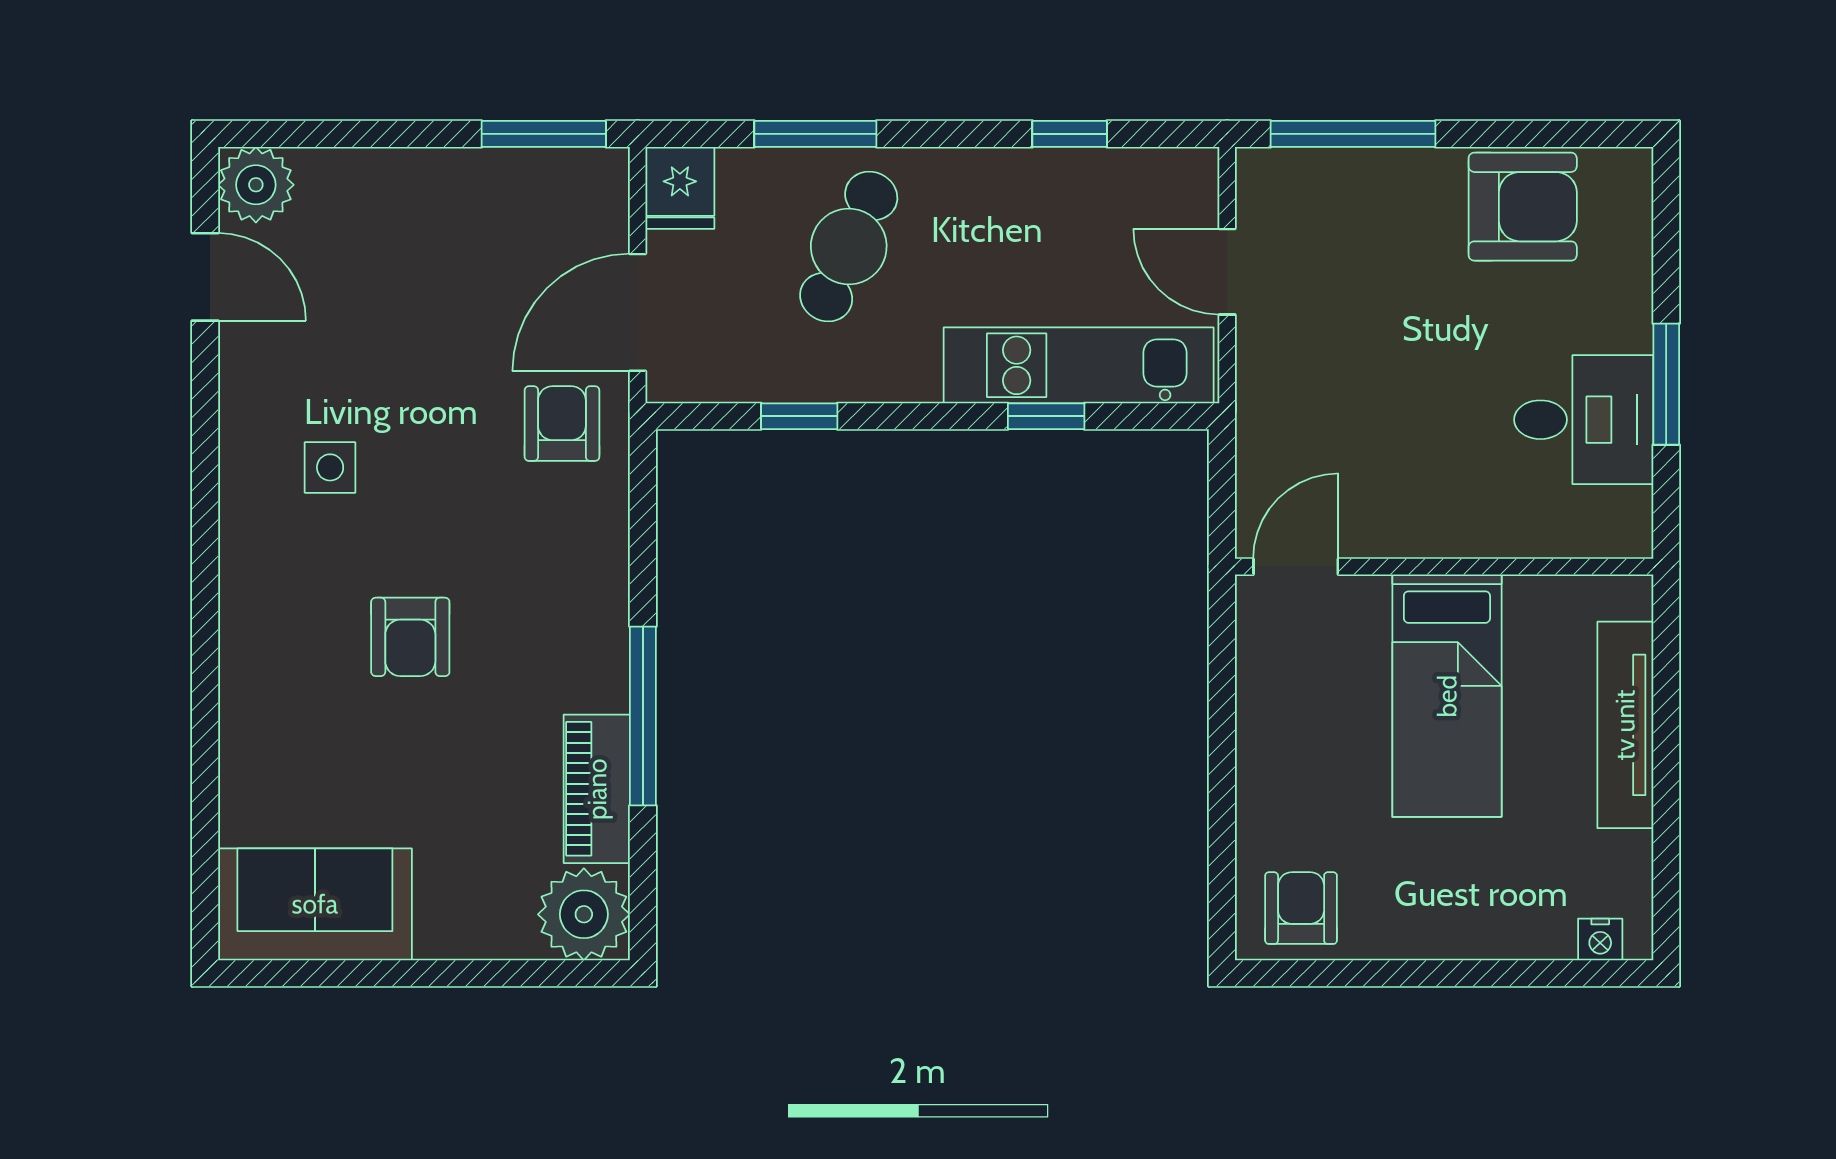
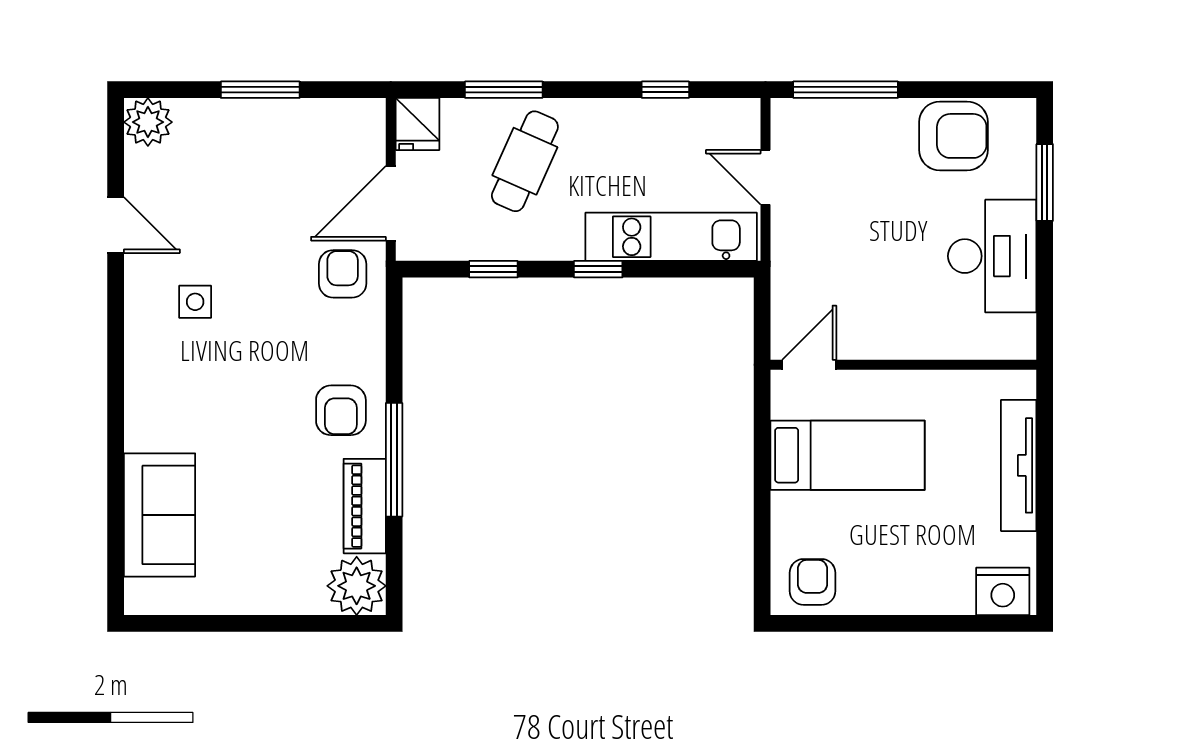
window: (544, 134) -> (260, 90), moved
door: (205, 277) -> (116, 225), moved
window: (1666, 384) -> (1045, 183), moved
window: (1046, 416) -> (598, 269), moved
desk: (1584, 420) -> (992, 256), width x1.37
armchair: (410, 637) -> (341, 410), moved
bed: (1447, 696) -> (848, 455), moved, turned -90
sofa: (315, 904) -> (160, 515), moved, turned 90
nightstand: (1600, 939) -> (1003, 591), width x1.89, depth x1.79

